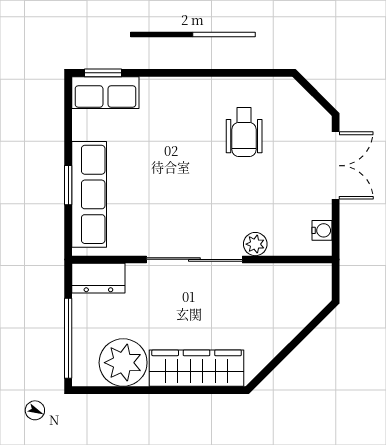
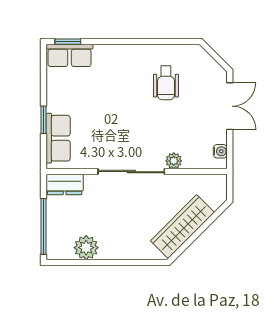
row of seats: (89, 194) -> (58, 138), width x0.68
plant: (123, 363) -> (86, 248), width x0.73, depth x0.73
wardrobe: (197, 368) -> (182, 227), moved, turned -45

